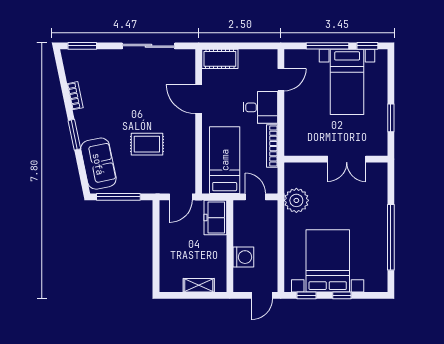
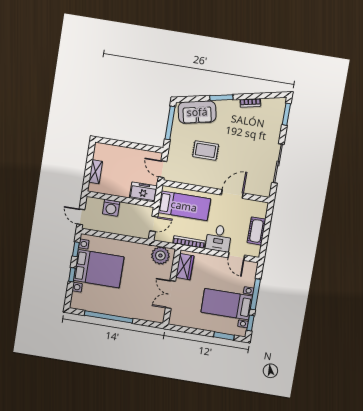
cot: (220, 59) -> (256, 231), moved
window: (391, 118) -> (224, 336), moved
rug: (147, 144) -> (206, 150), turned 90
wardrobe: (306, 146) -> (185, 267), added
plant: (296, 200) -> (160, 256), moved

